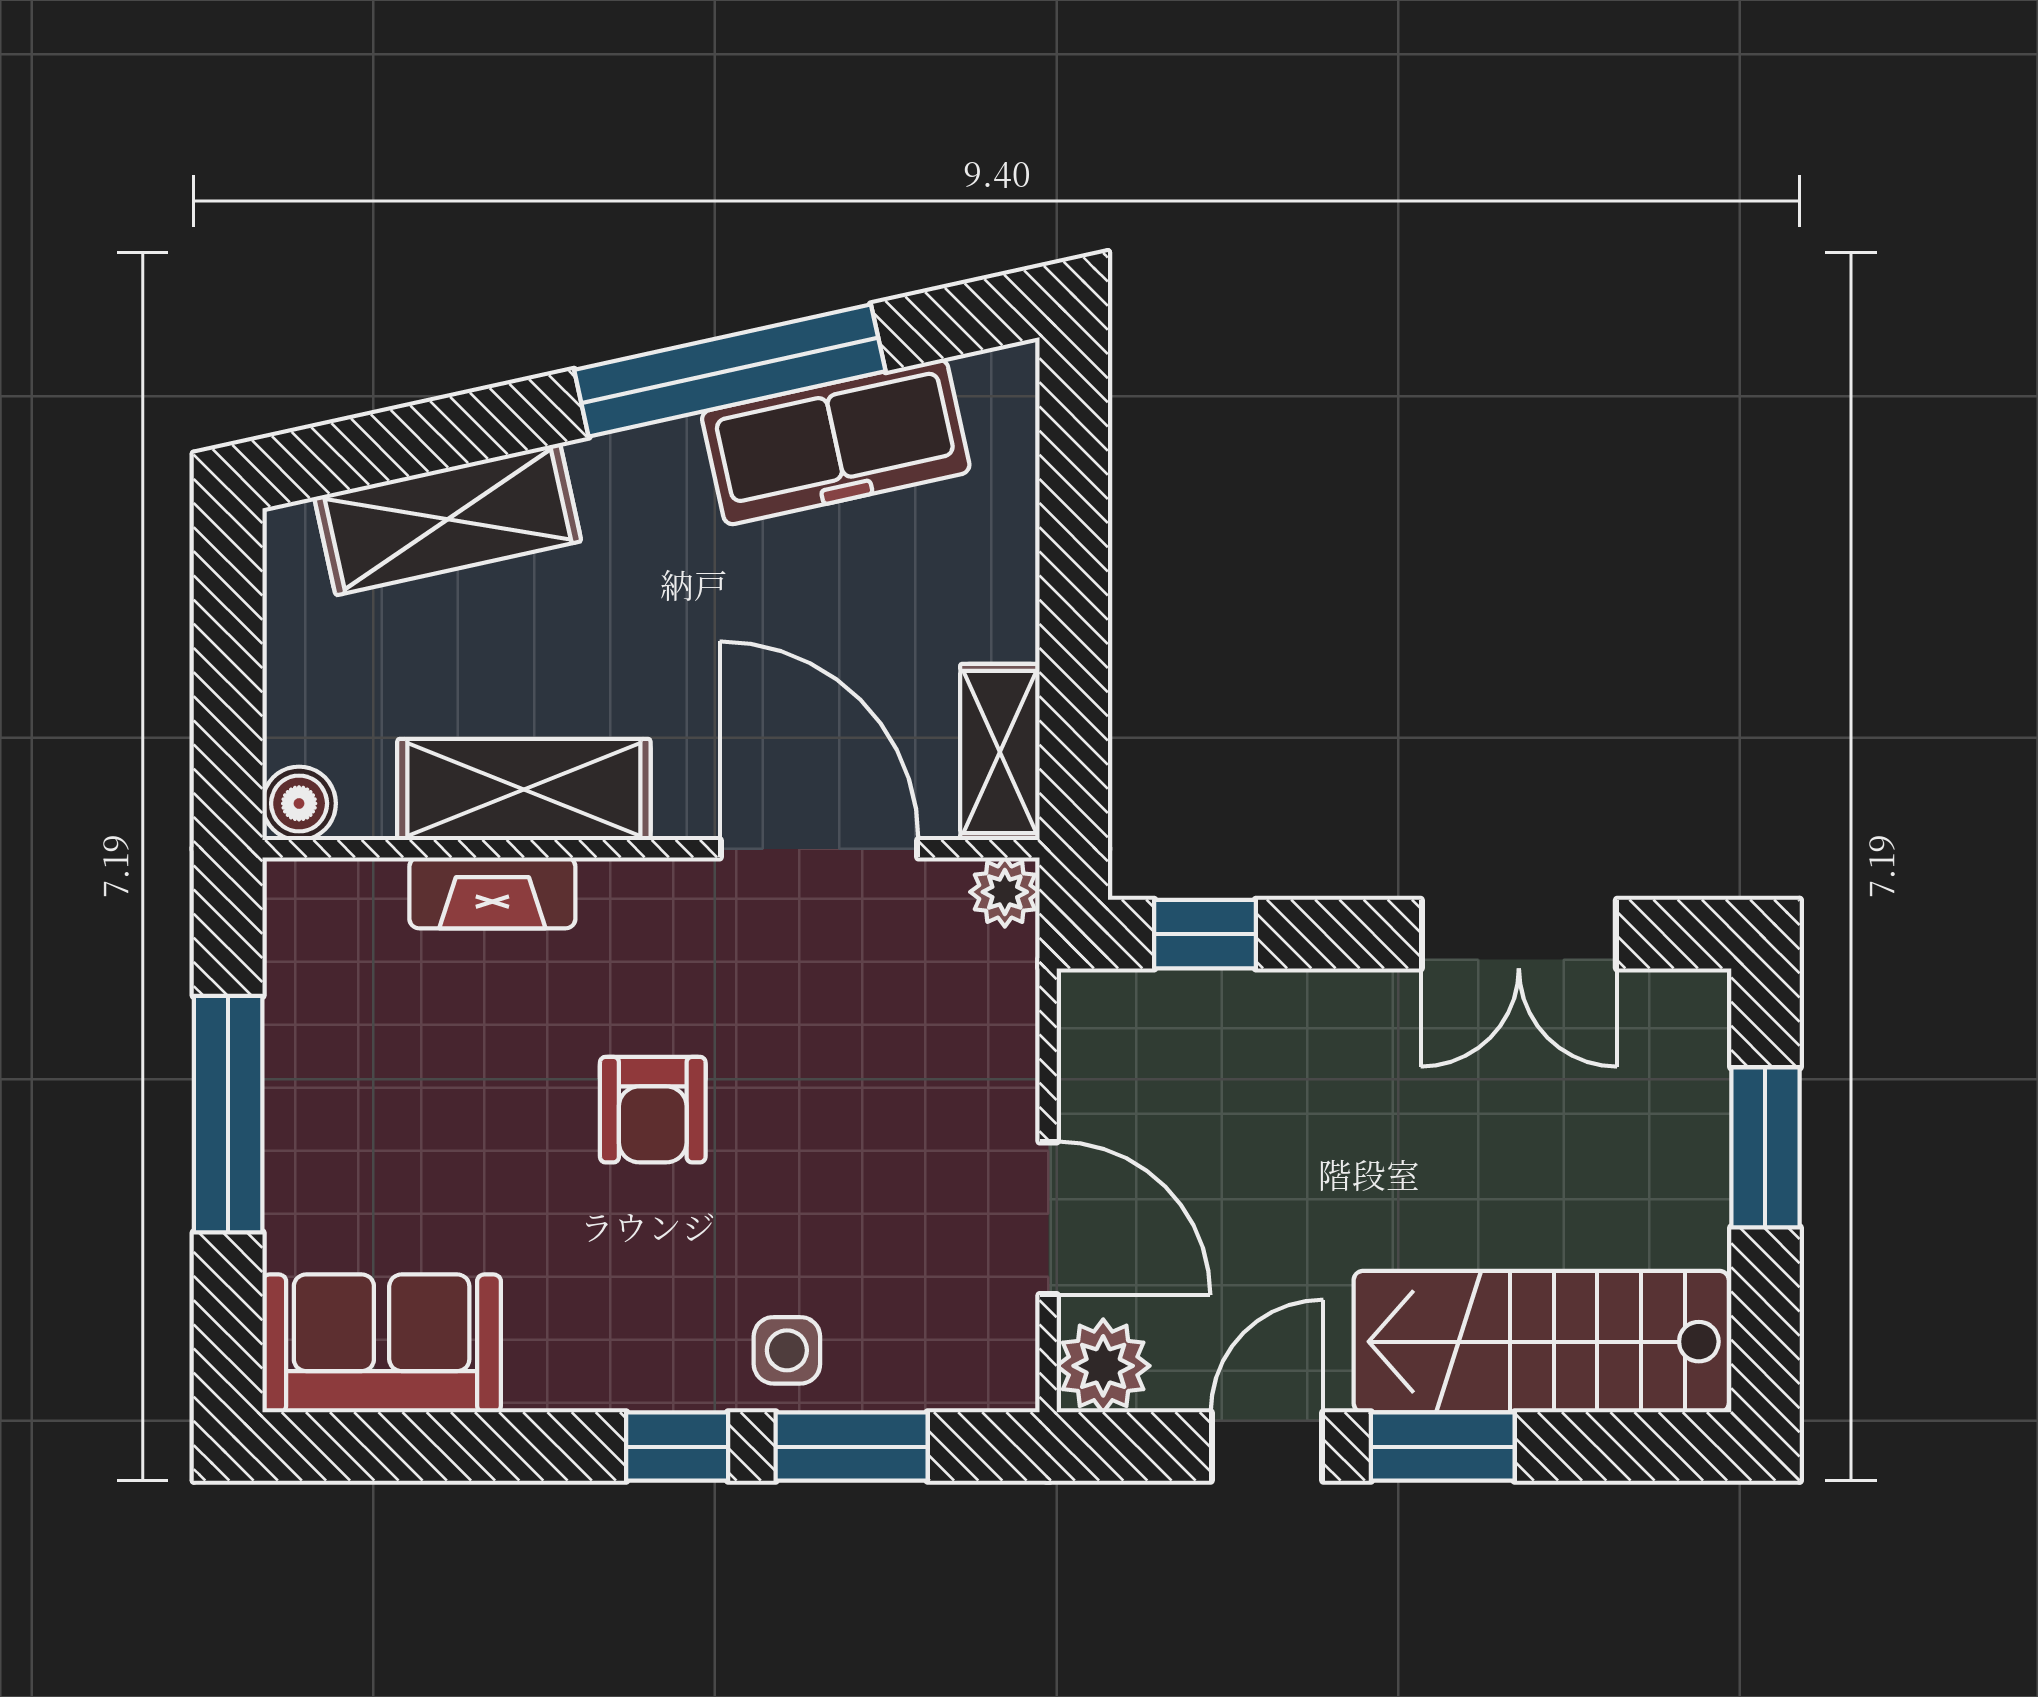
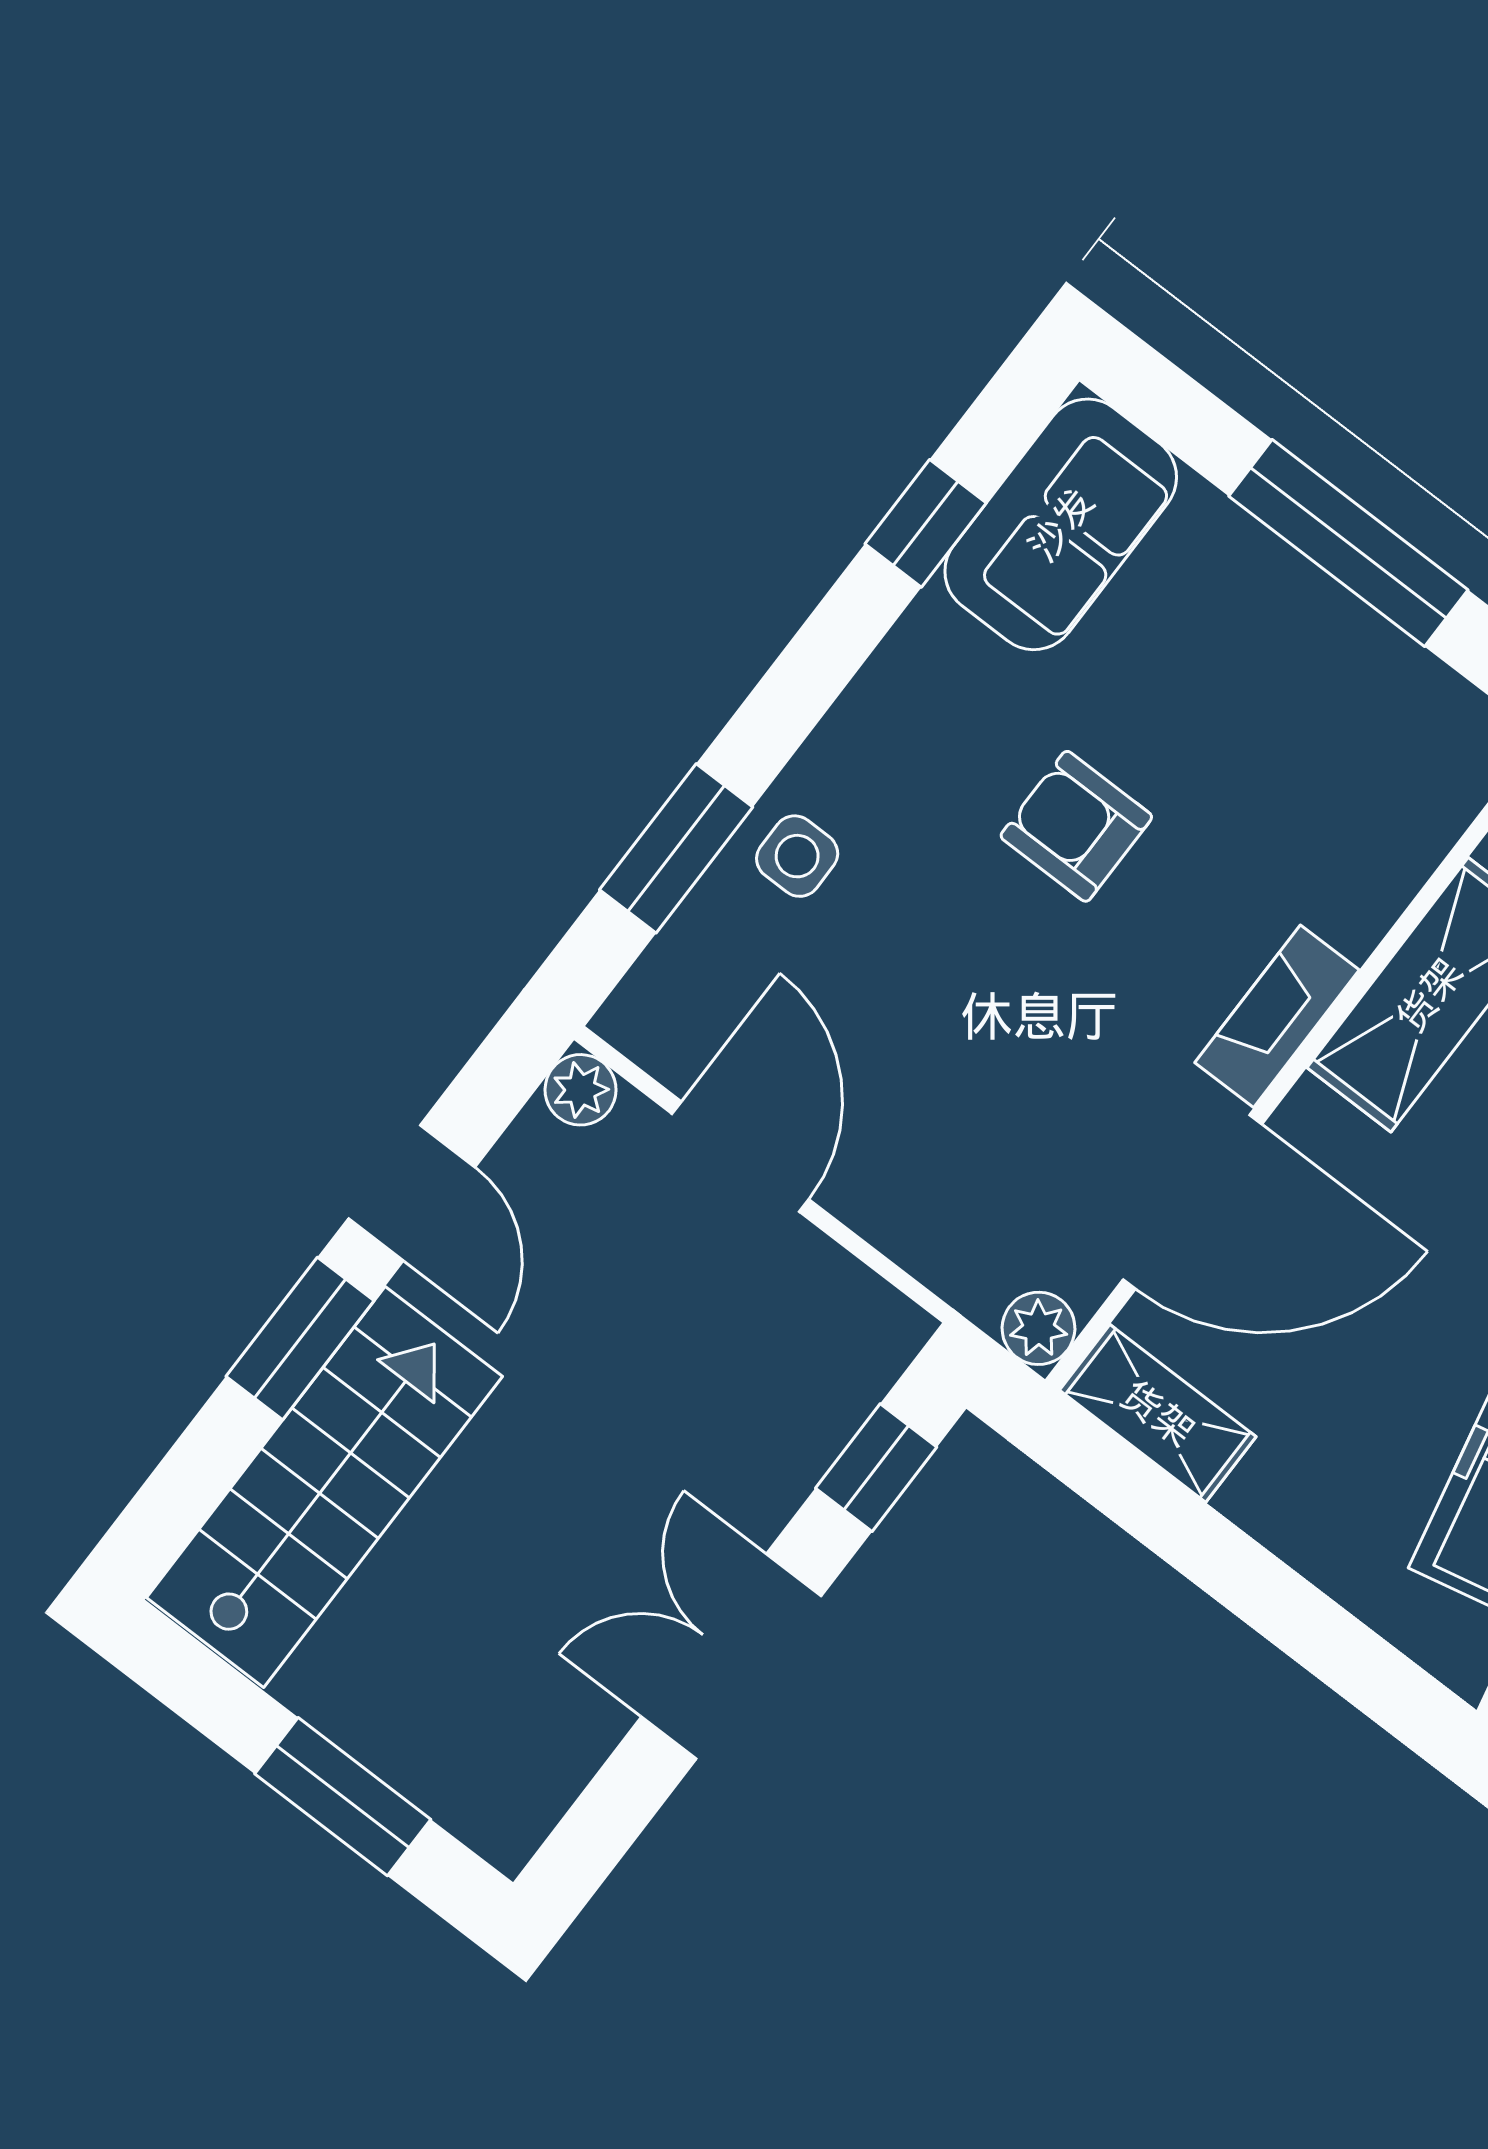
fireplace: (492, 893) -> (1277, 1016), moved
double door: (1519, 934) -> (731, 1656), moved
armchair: (653, 1110) -> (1076, 826), moved
door: (1048, 1218) -> (740, 1157), swing flipped
plant: (1103, 1366) -> (581, 1090), width x0.73, depth x0.73
window: (677, 1447) -> (926, 523), moved

